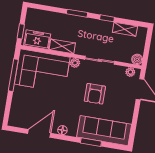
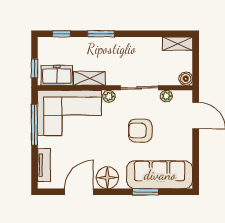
window: (107, 18) -> (61, 34), moved
shelving: (125, 29) -> (178, 44), moved
plant: (130, 72) -> (166, 96), moved
armchair: (95, 94) -> (140, 131), turned 90
tv unit: (15, 108) -> (44, 165), added
floor lamp: (62, 130) -> (107, 178), width x1.89, depth x1.89

